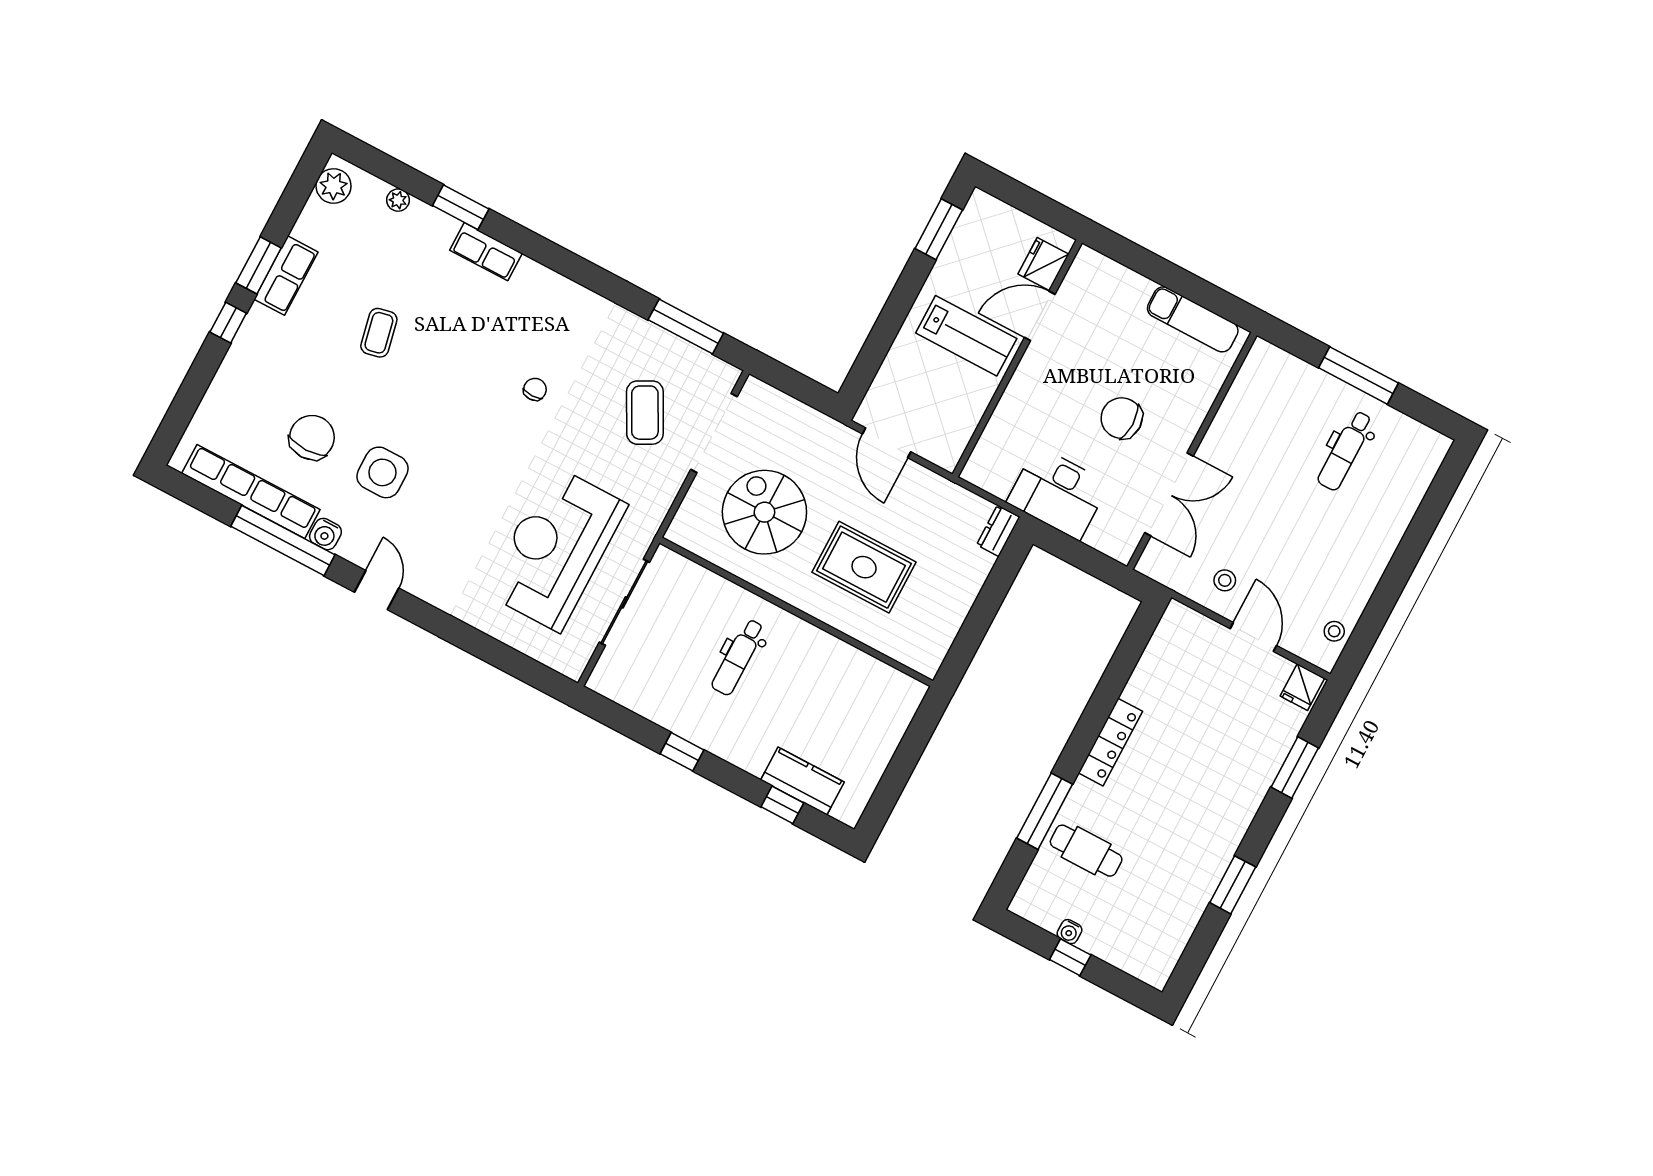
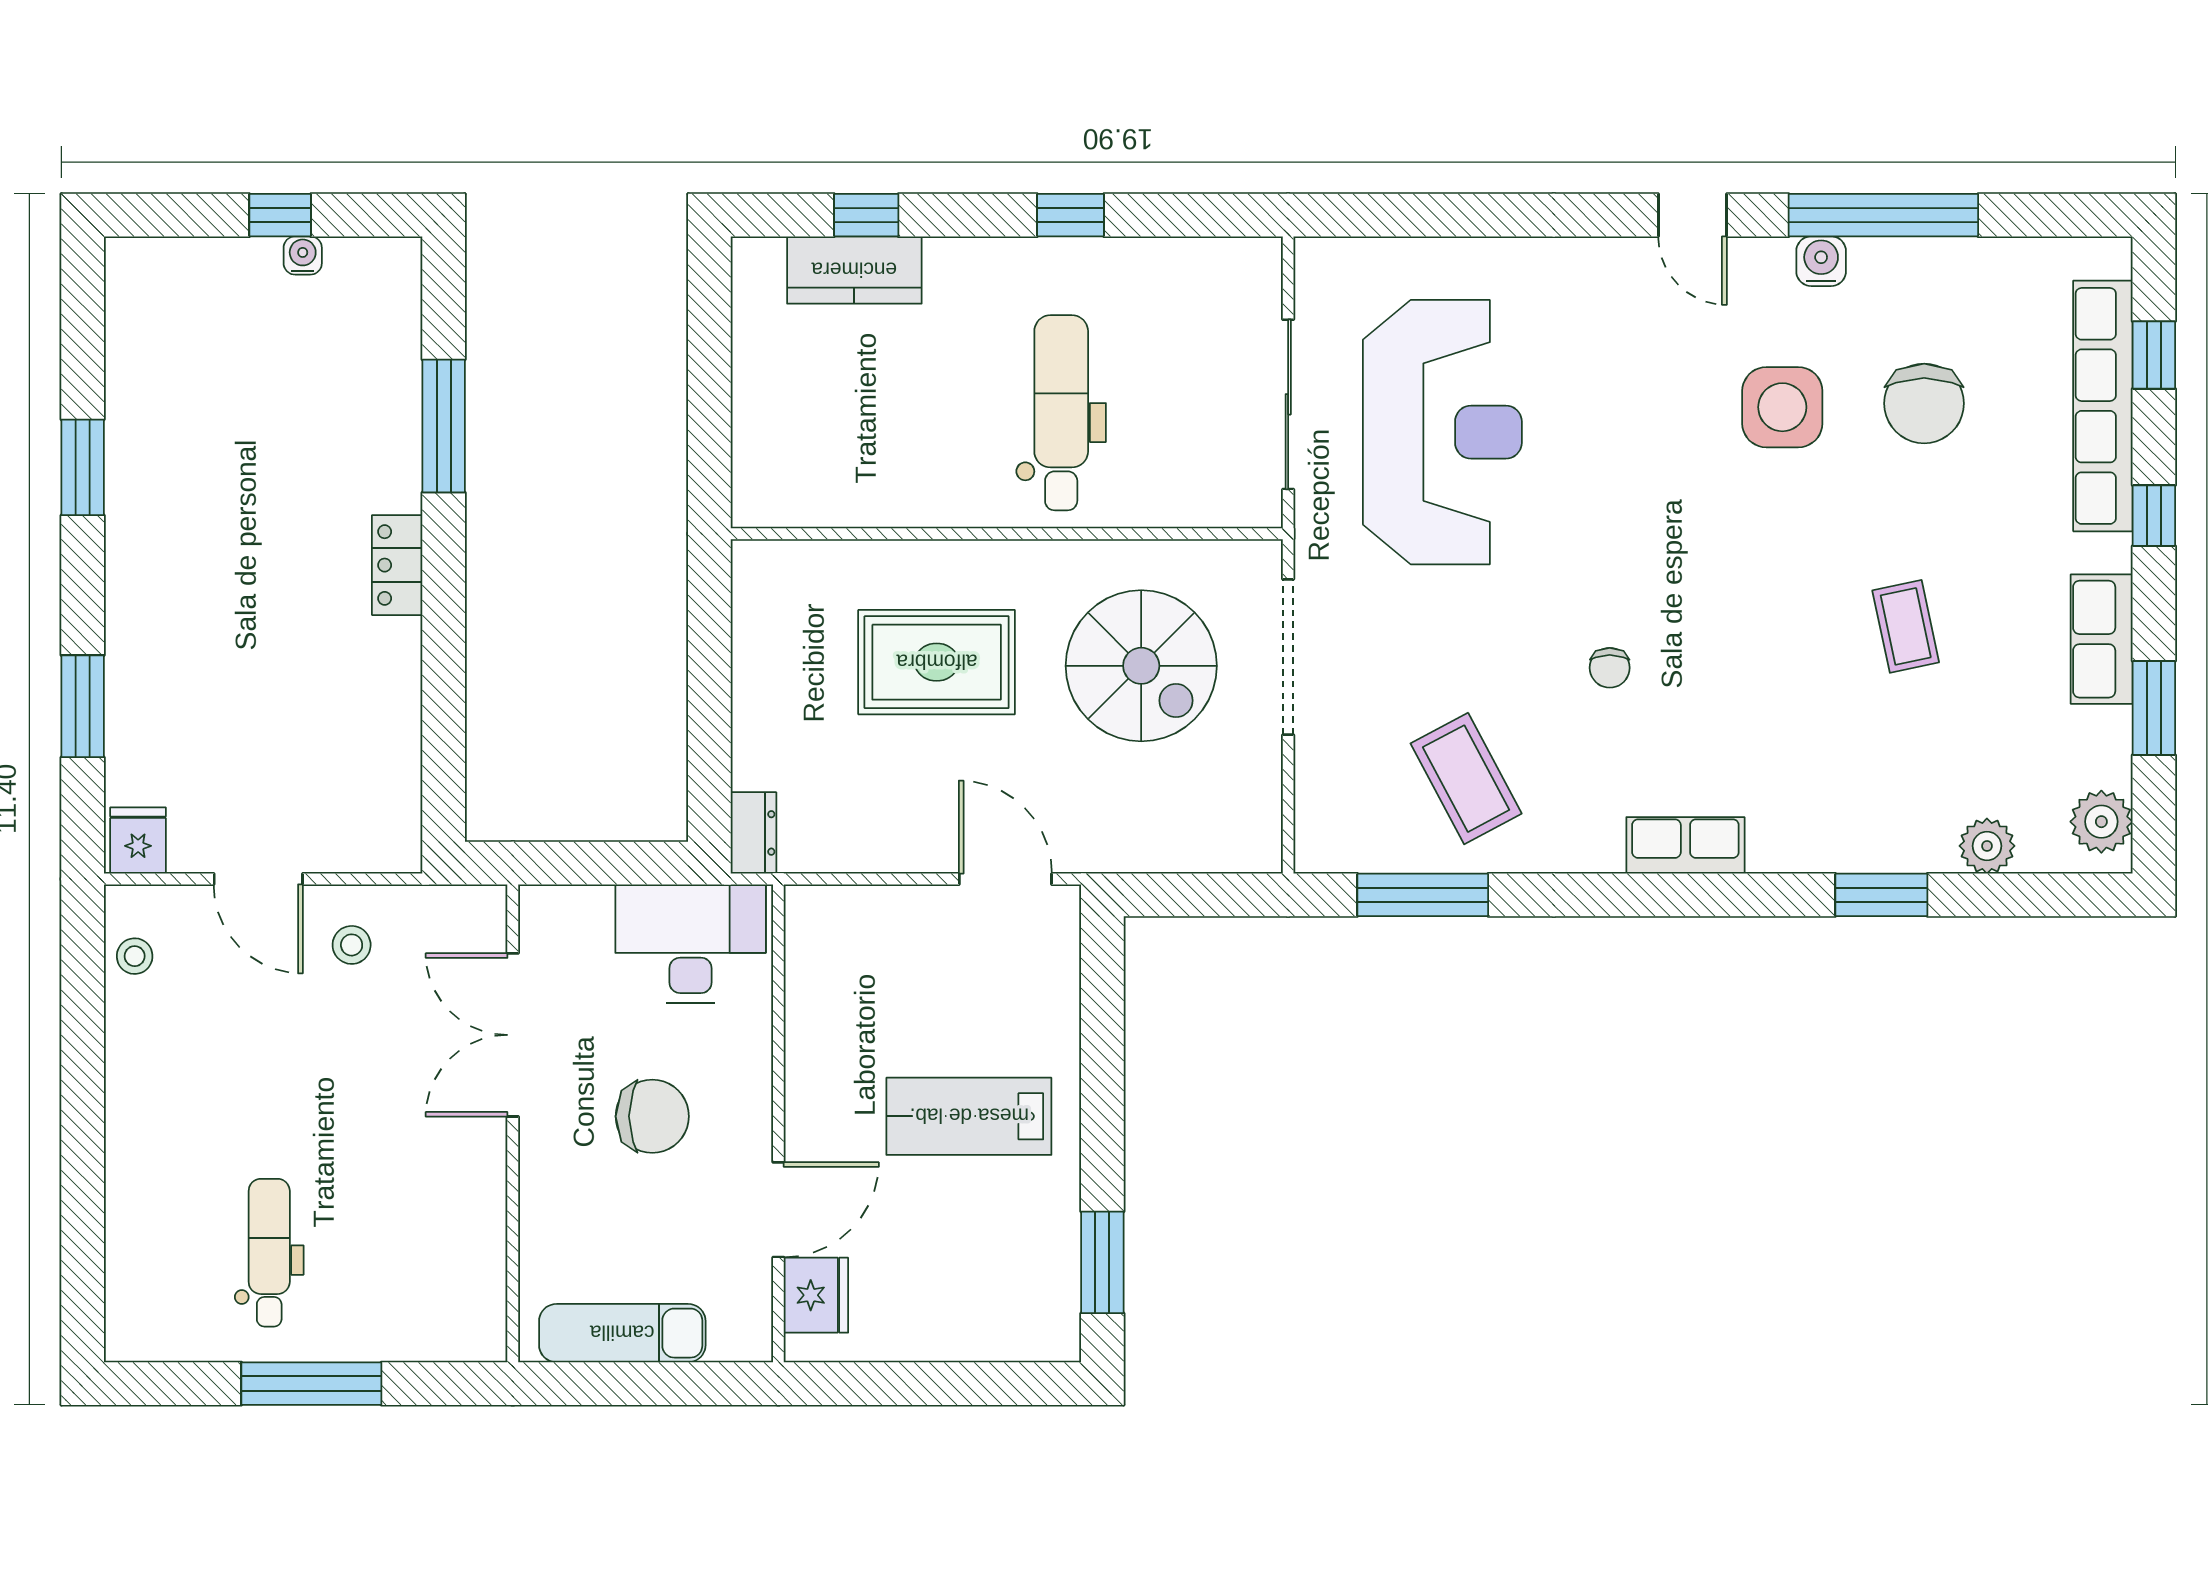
plant: (398, 200) -> (1987, 846), width x1.38, depth x1.38
row of seats: (486, 252) -> (1685, 845), moved
fridge: (1044, 264) -> (816, 1295), moved
window: (259, 265) -> (2154, 708), moved
door: (1040, 316) -> (778, 1210), moved
wall: (1017, 358) -> (778, 1123), moved
window: (186, 401) -> (2154, 355), added
coffee table: (645, 413) -> (1466, 779), moved
doorway: (714, 433) -> (1288, 657), moved
row of seats: (251, 491) -> (2103, 406), moved, turned 90
dental chair: (738, 657) -> (1061, 413), width x1.36, depth x1.38
locker: (1110, 742) -> (397, 565), width x0.66
cafe table: (1086, 851) -> (345, 398), removed

